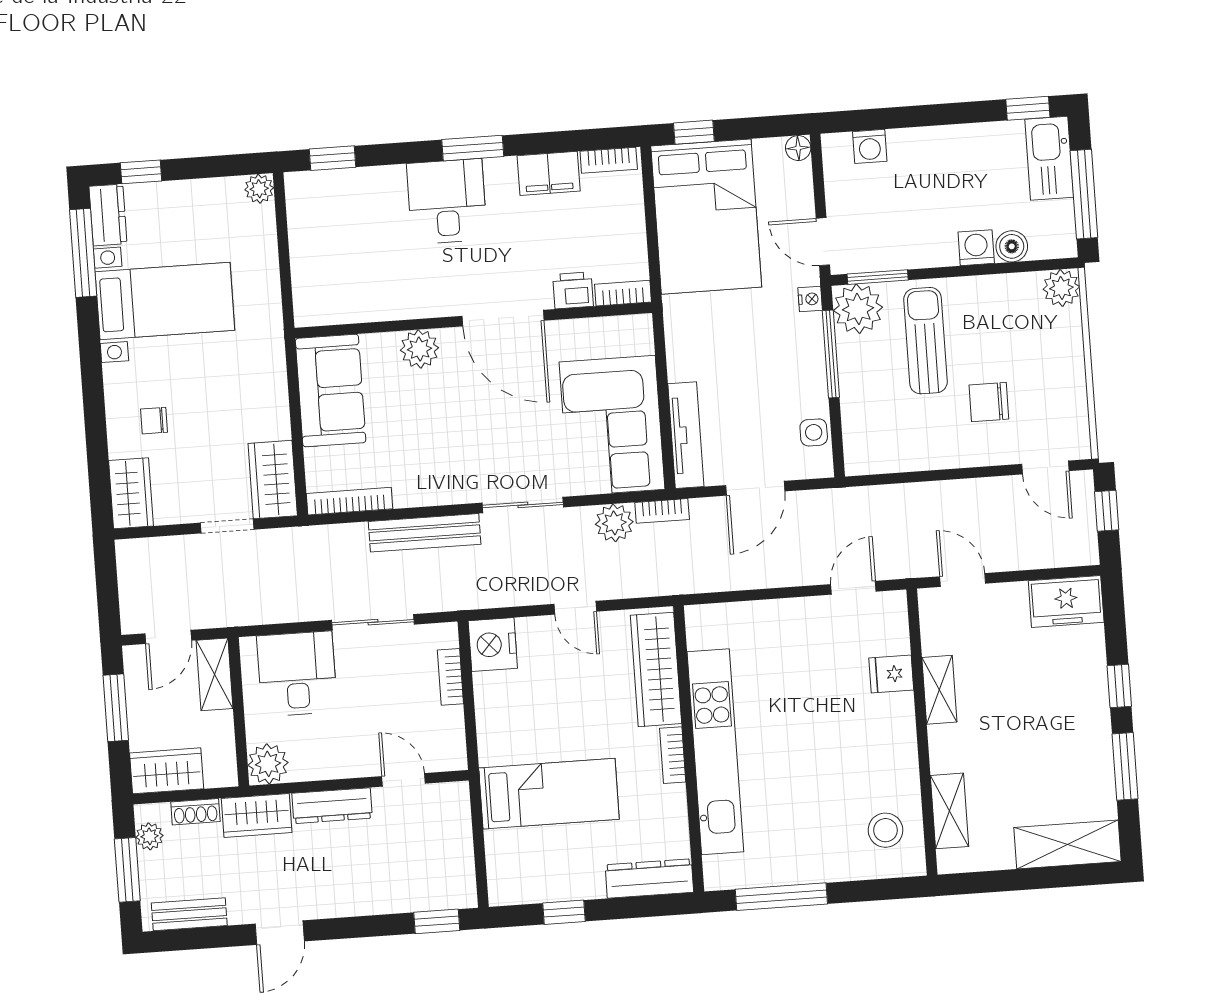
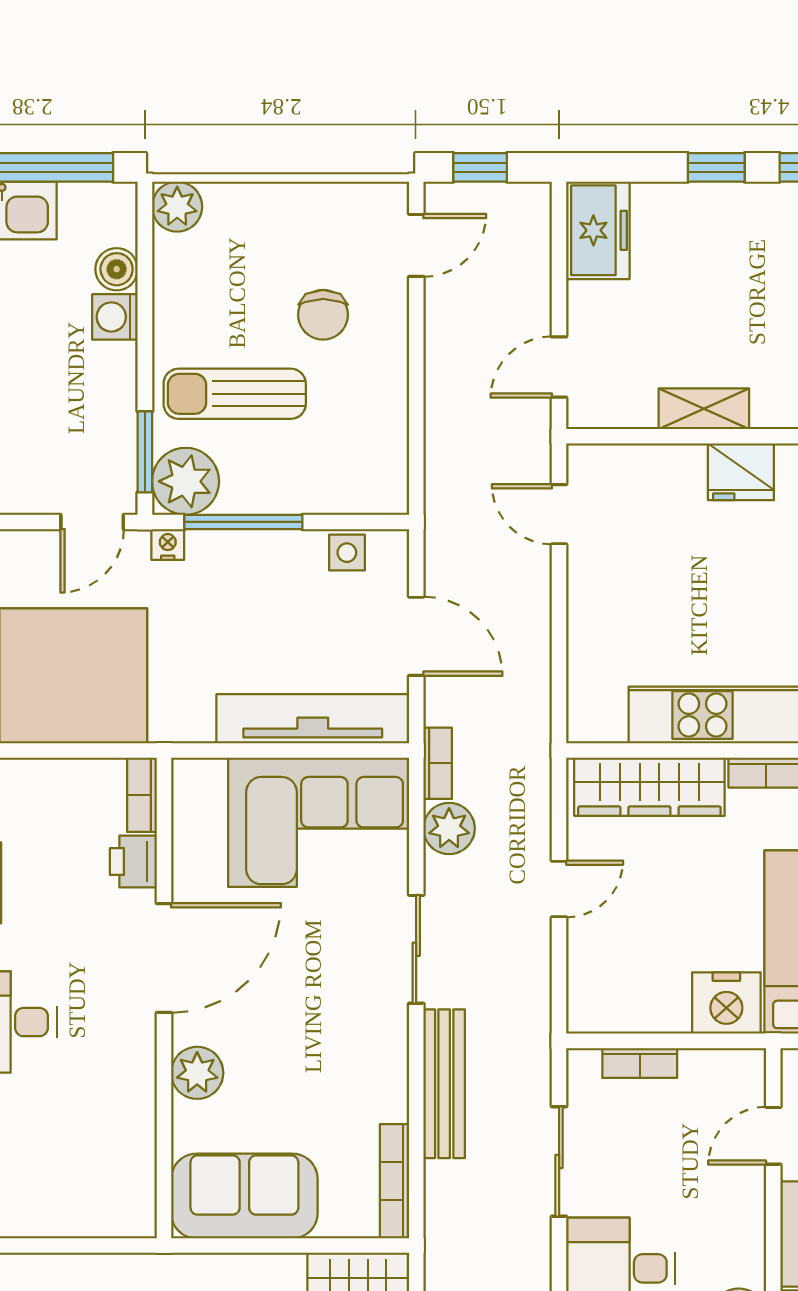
tv unit: (686, 435) -> (313, 719), width x1.36, depth x1.29
nightstand: (493, 645) -> (726, 1003), moved
fridge: (891, 674) -> (741, 472), moved, width x1.38

